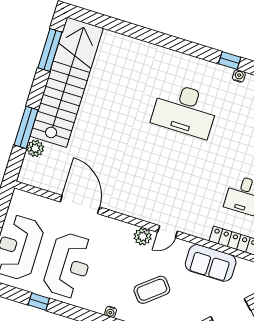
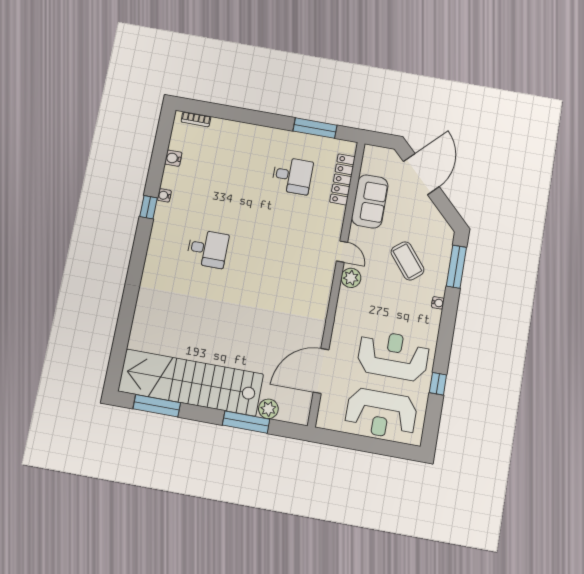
desk: (185, 110) -> (208, 249), width x0.53, depth x0.77
door: (80, 205) -> (321, 371), moved

